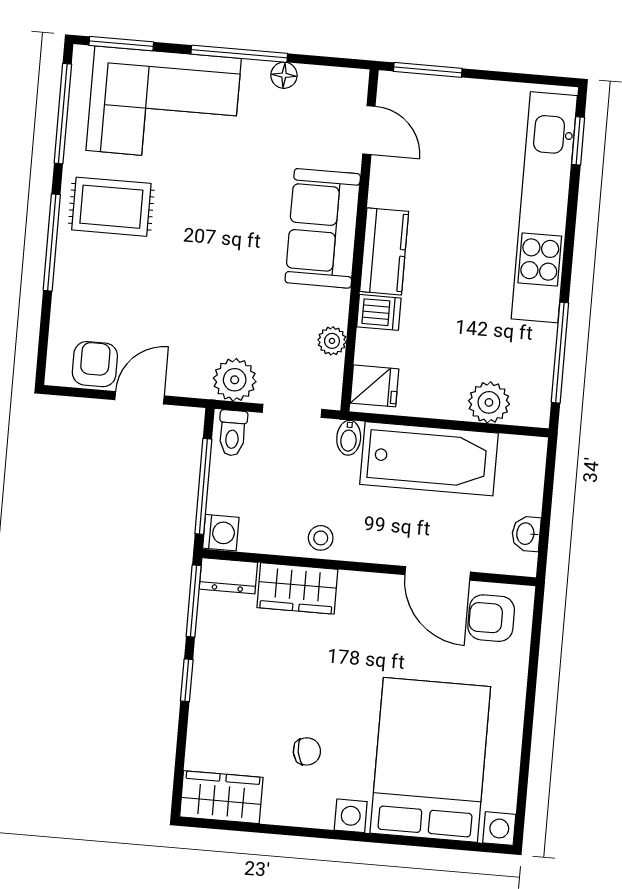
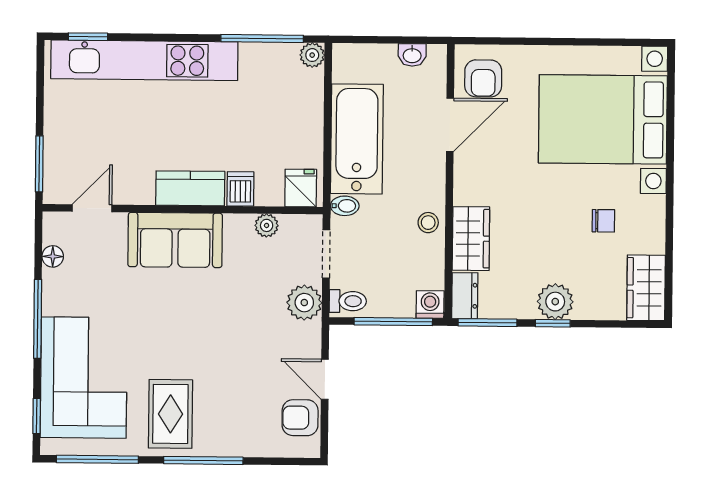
window: (121, 44) -> (37, 416), width x0.67
floor lamp: (284, 75) -> (53, 256), moved
plant: (489, 402) -> (312, 55), moved, width x0.73, depth x0.73
plant: (213, 685) -> (555, 302), added
chair: (307, 751) -> (603, 221), turned 100

